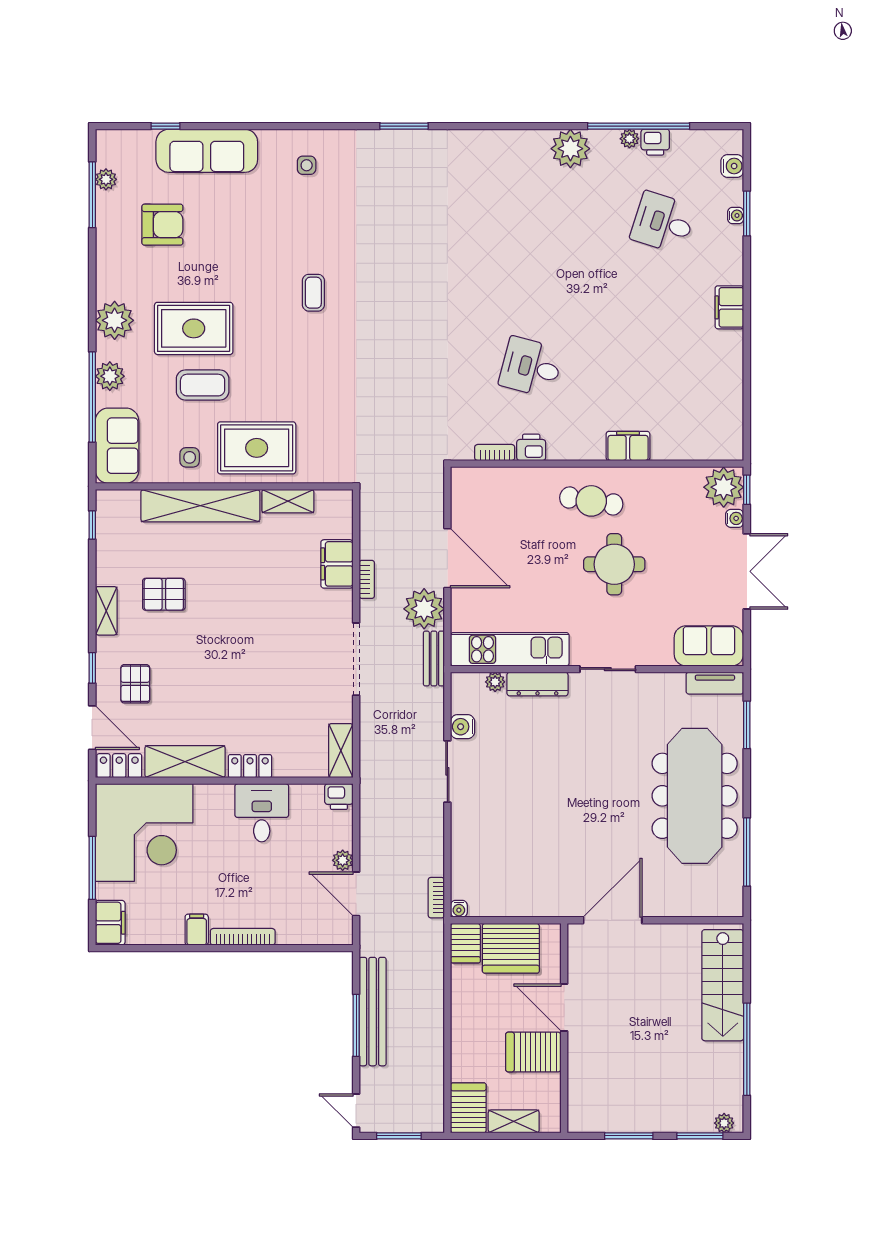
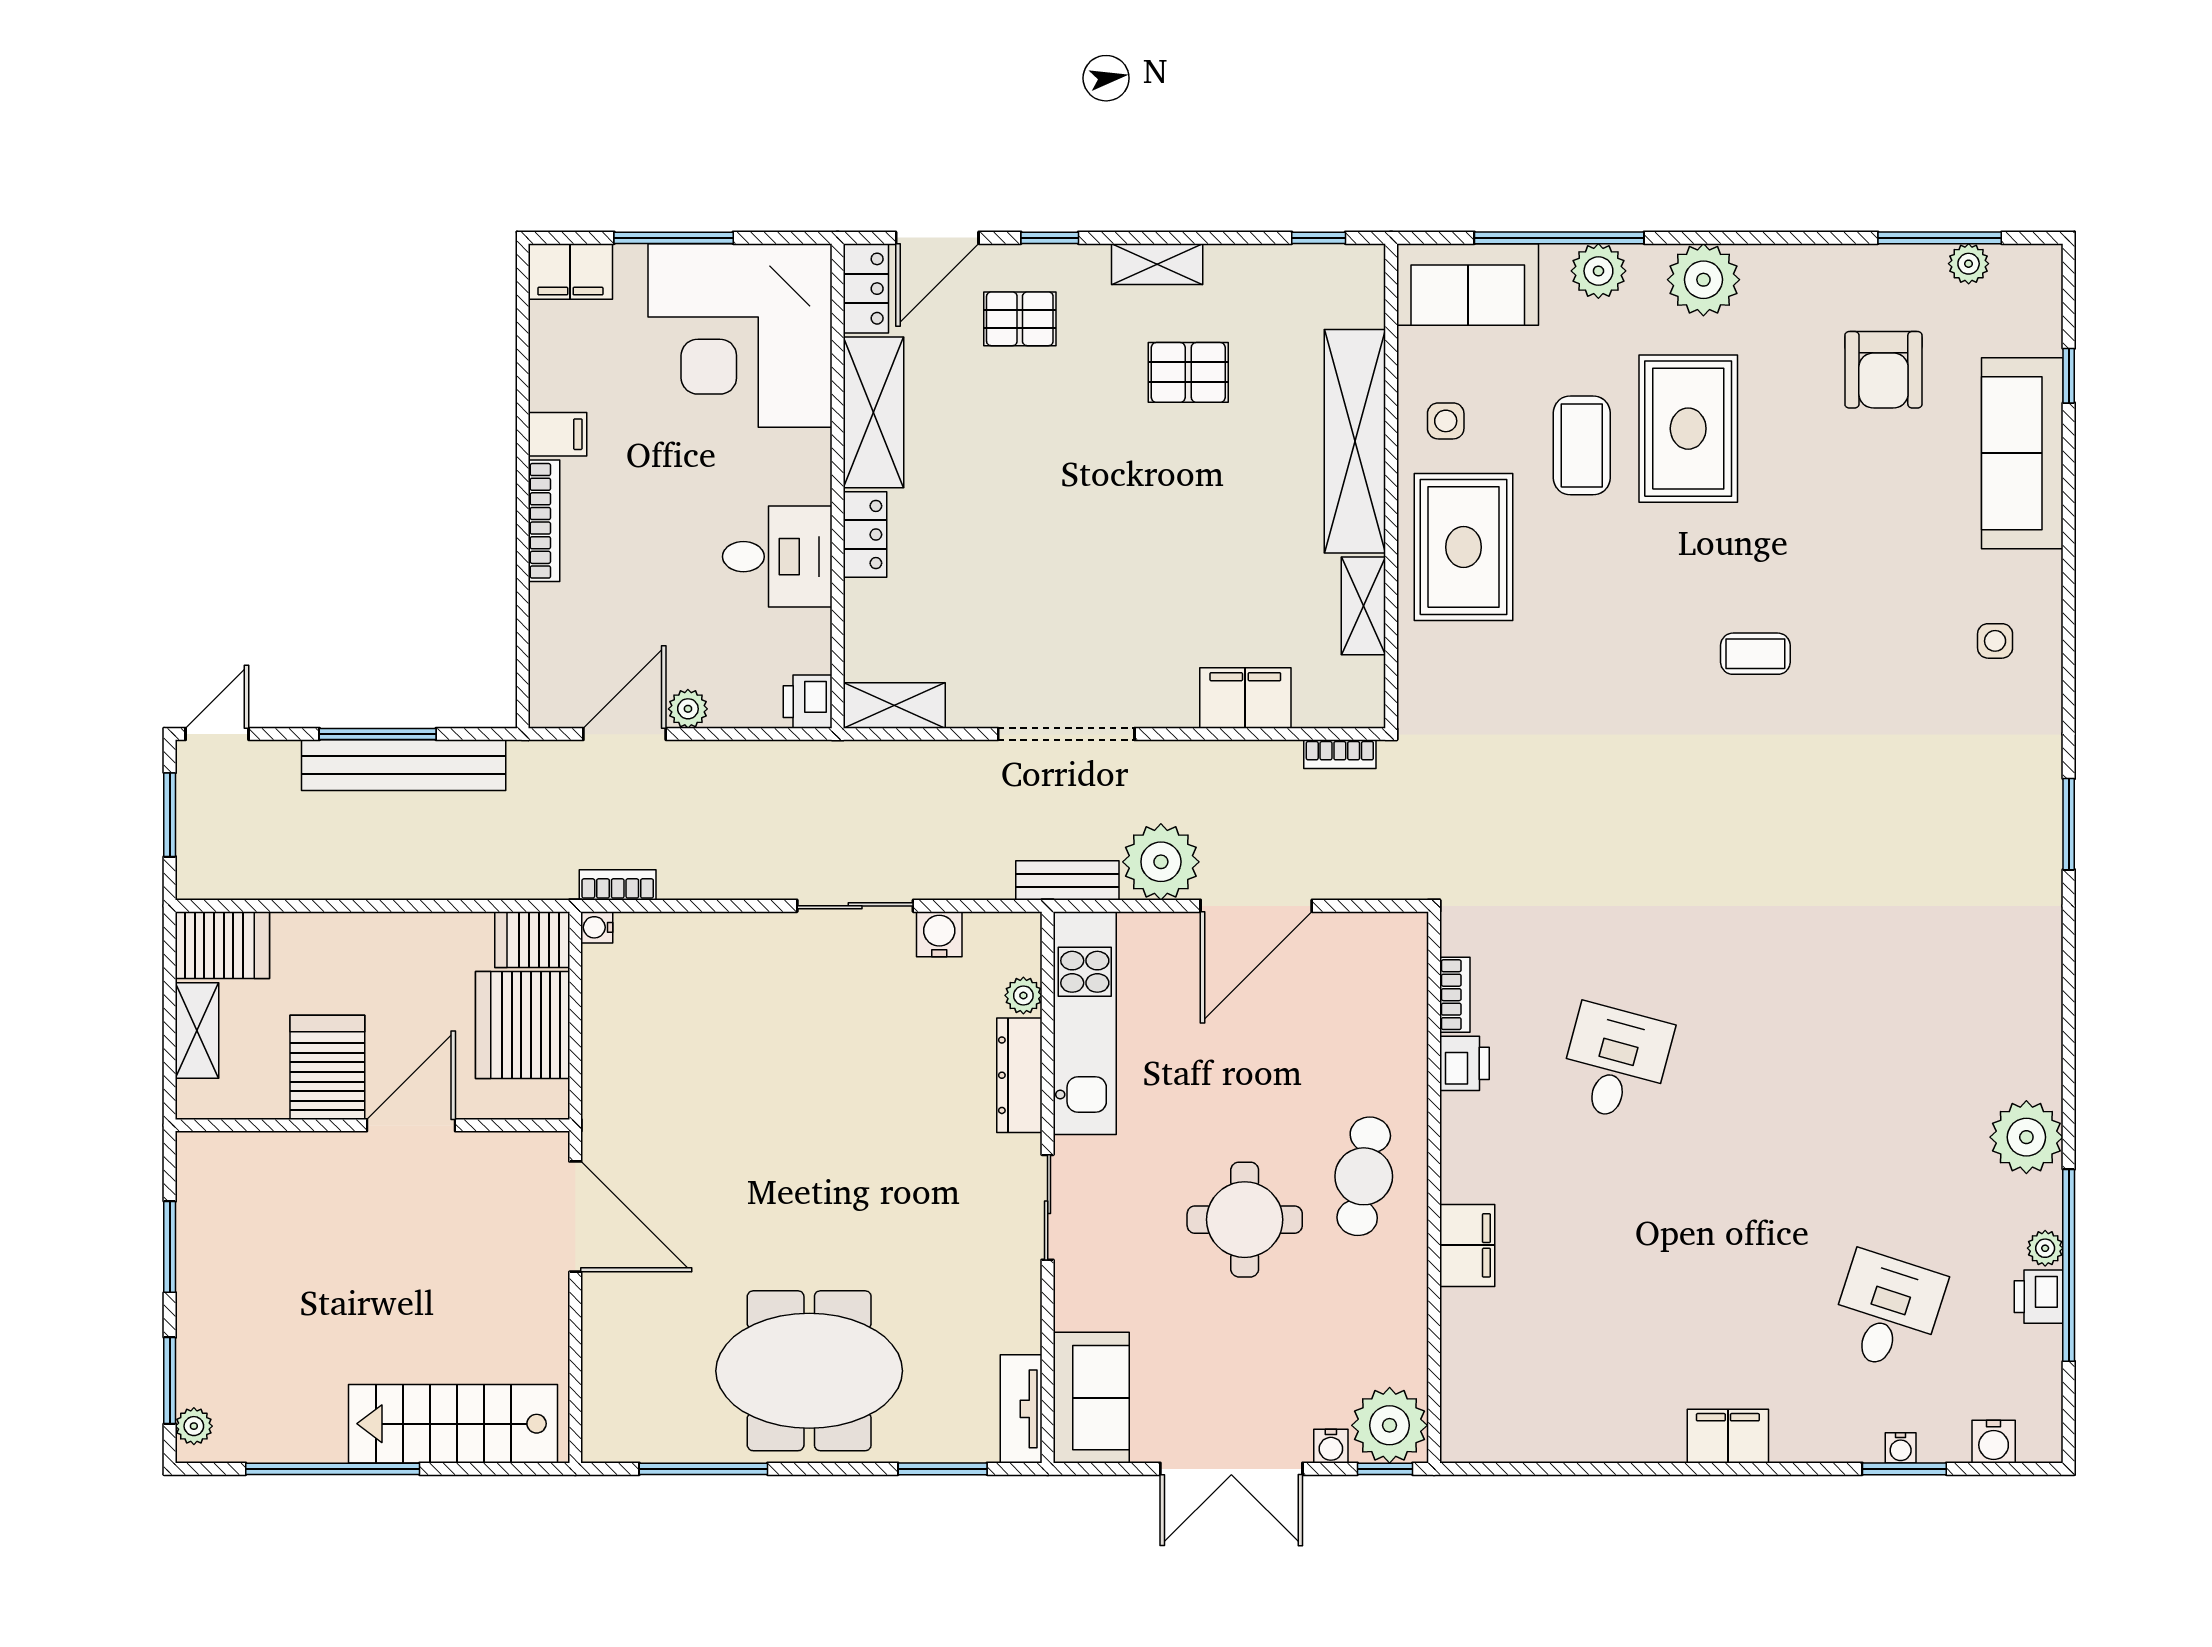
bookcase: (367, 579) -> (1340, 754), moved
pallet: (164, 594) -> (1188, 372), turned 90
meeting table: (695, 796) -> (809, 1371), width x0.73

